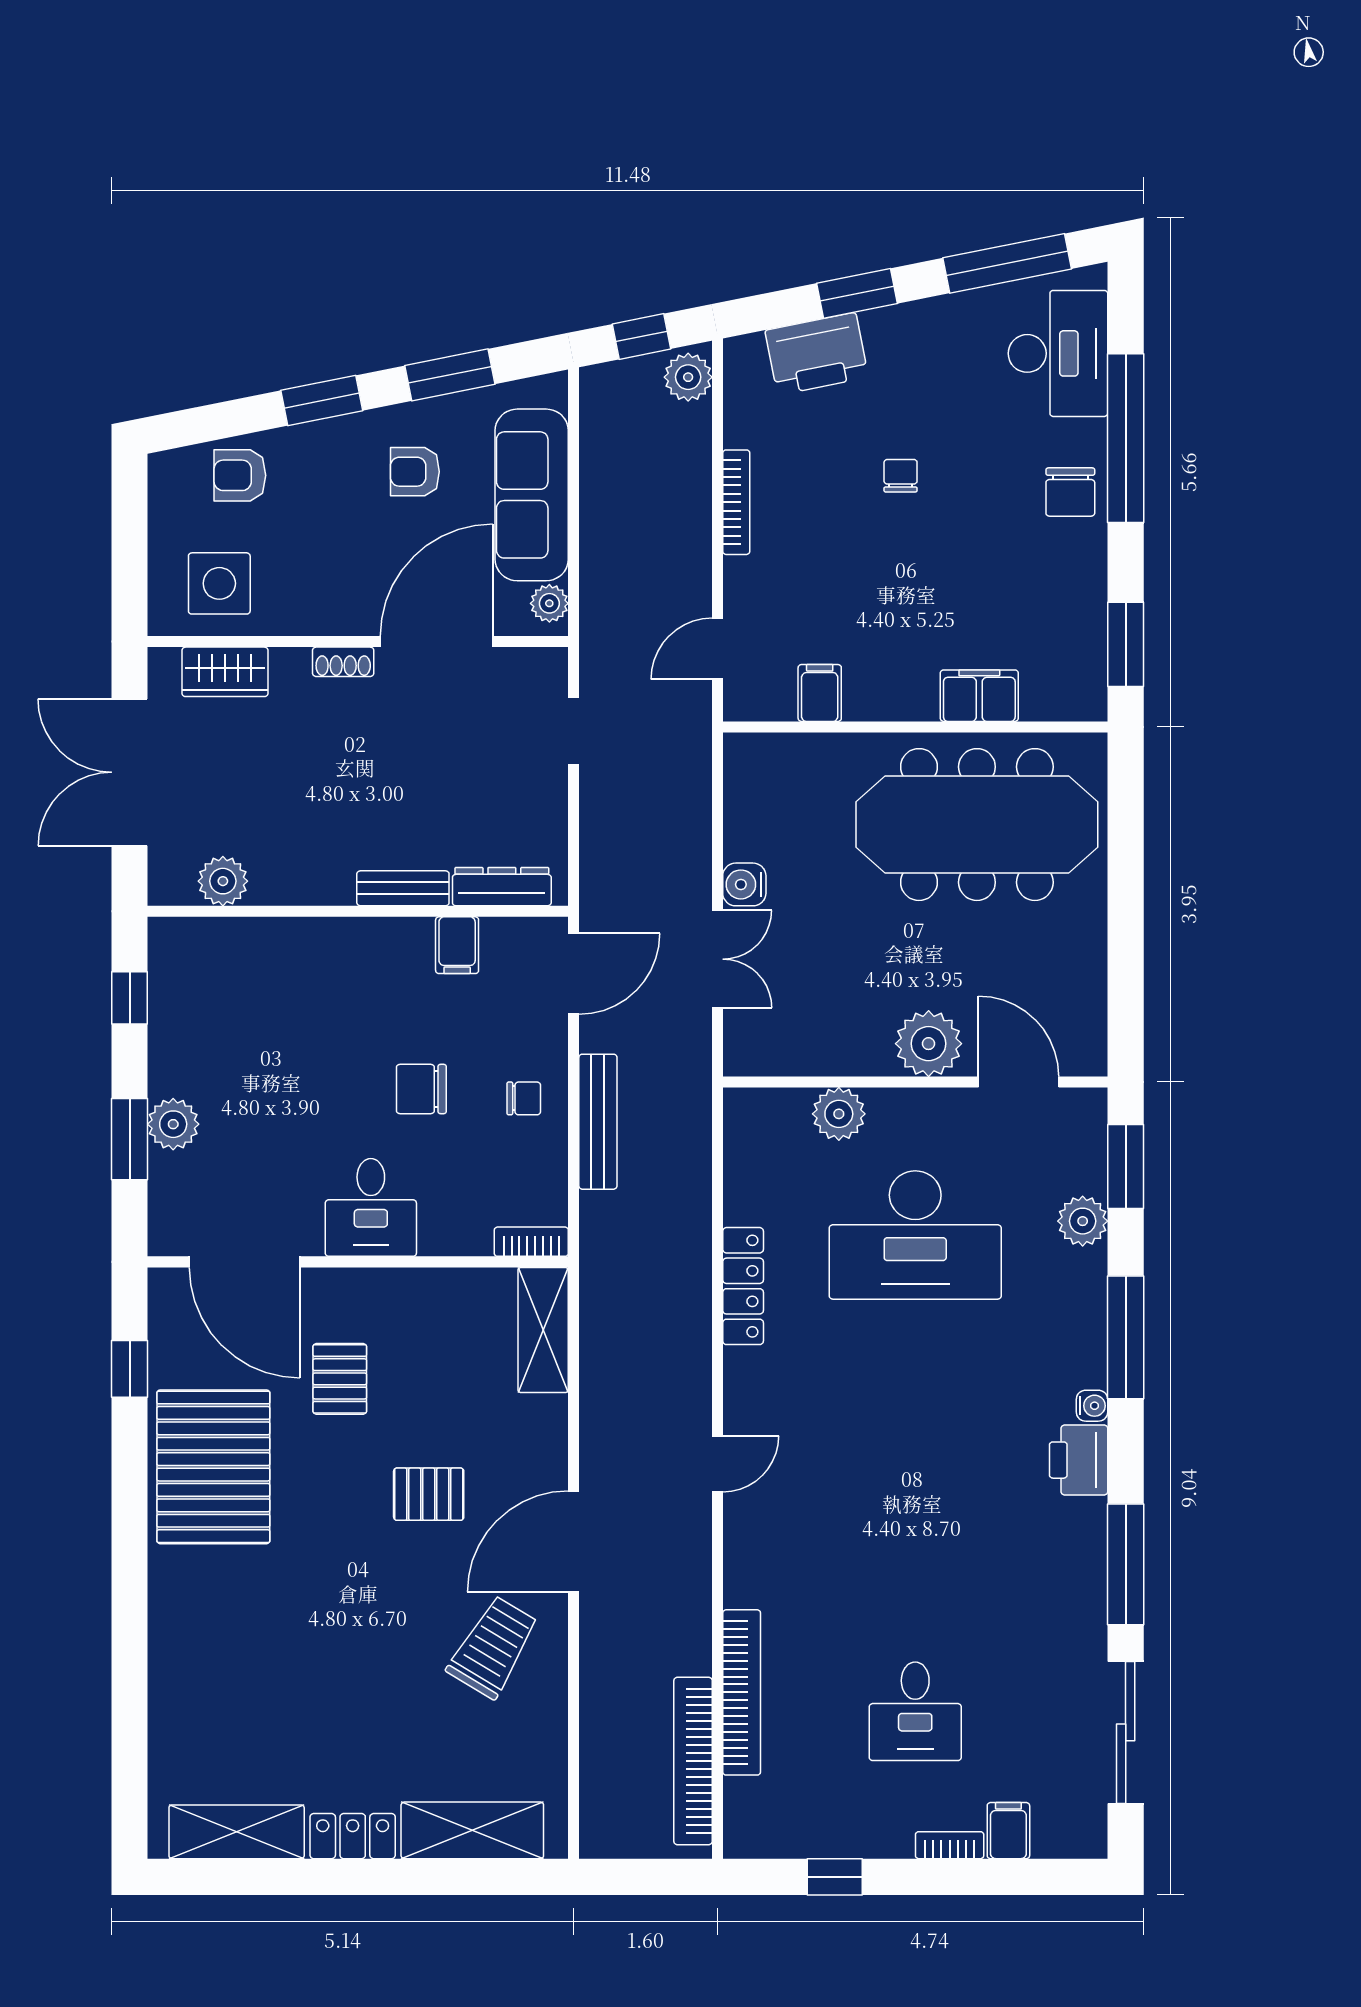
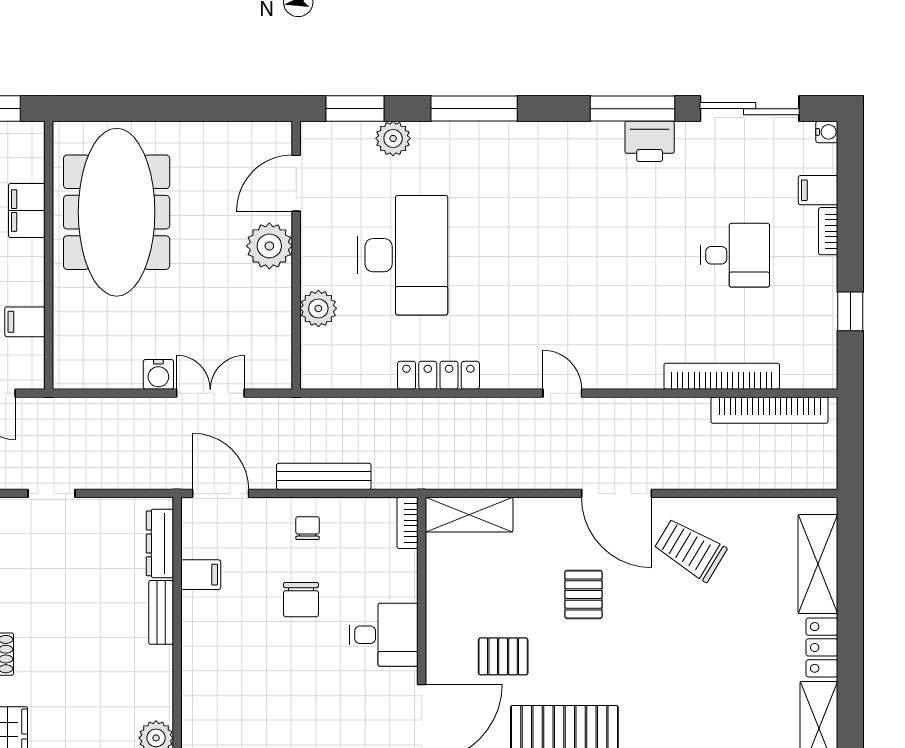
water cooler: (1092, 1406) -> (827, 132), moved, turned 90
printer: (1079, 1460) -> (650, 141), moved

